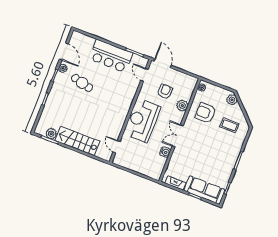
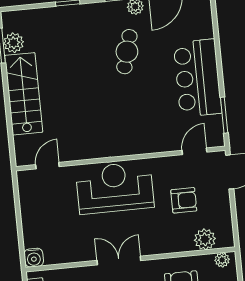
plant: (182, 106) -> (205, 239), moved
water cooler: (165, 152) -> (34, 258), moved

